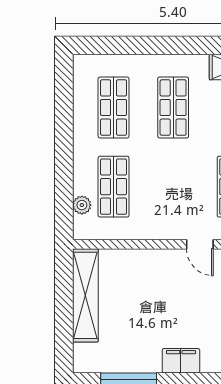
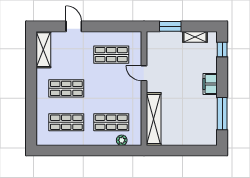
door: (200, 244) -> (144, 73), swing flipped
shelving: (85, 295) -> (154, 119), moved, turned 90

